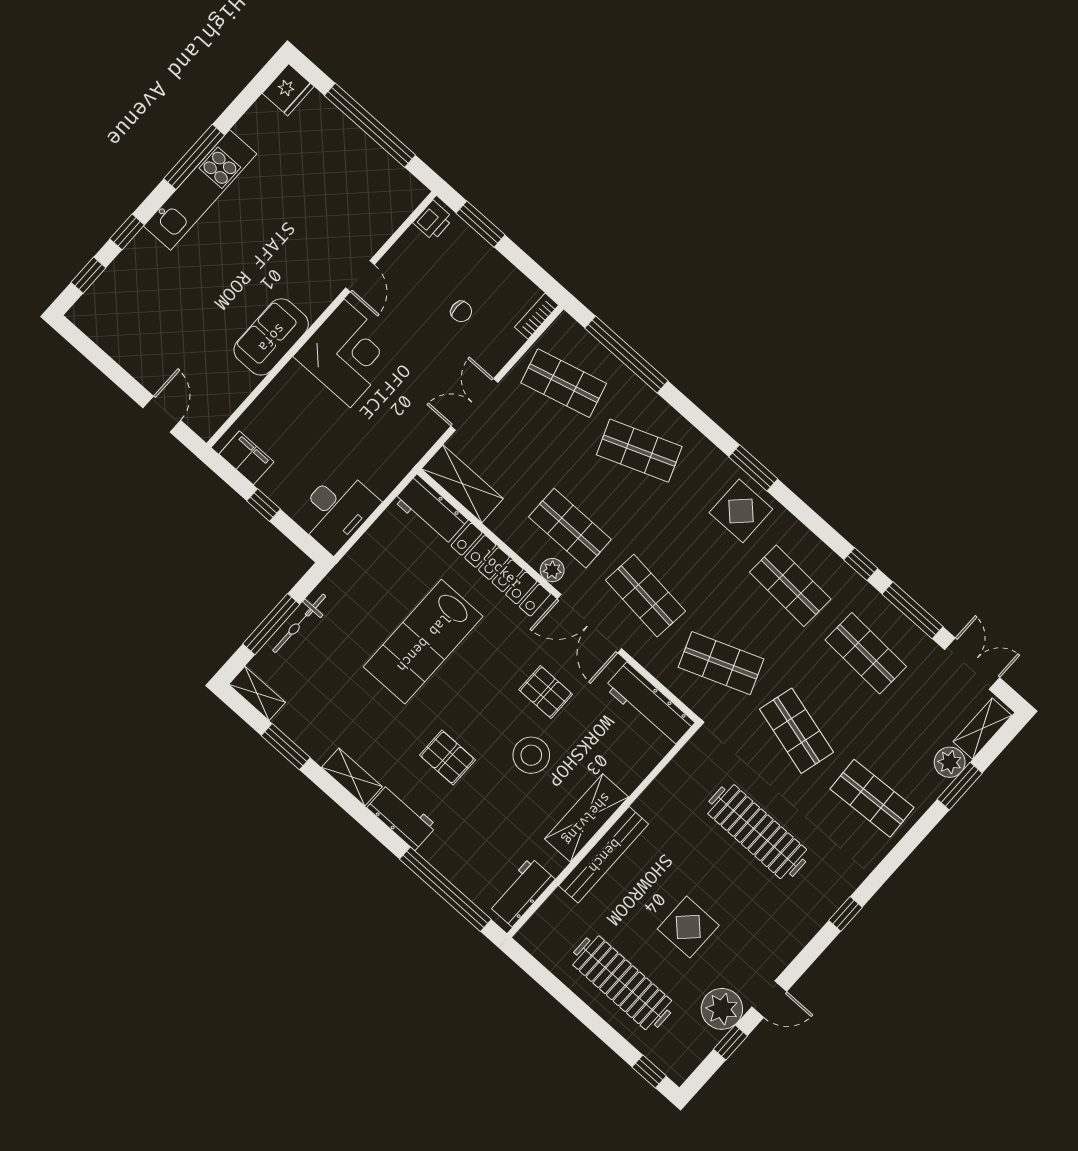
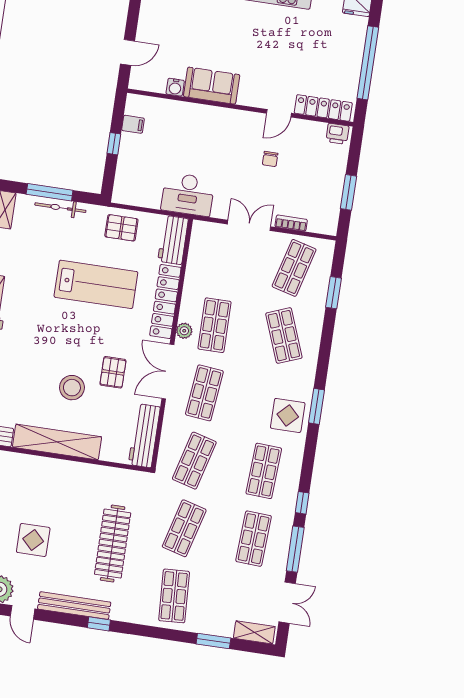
locker: (389, 217) -> (323, 108), added
window: (480, 224) -> (348, 192), moved
chair: (461, 311) -> (270, 159), moved
bookcase: (537, 316) -> (291, 223), moved
corner desk: (347, 353) -> (231, 135), removed
window: (626, 355) -> (333, 293), width x0.47
water cooler: (243, 383) -> (175, 87), added
shop shelf: (564, 383) -> (294, 268), turned 30
filing cabinet: (246, 458) -> (133, 124), width x0.50
shelving: (462, 484) -> (200, 248), removed
desk: (337, 510) -> (188, 194), moved
lab bench: (423, 642) -> (96, 284), turned 180
shop shelf: (721, 663) -> (194, 461), turned 36
pallet: (447, 758) -> (121, 228), moved, turned 90
plant: (950, 762) -> (223, 626), removed
shelving: (586, 818) -> (57, 442), width x1.47
bench: (604, 855) -> (74, 606), moved

